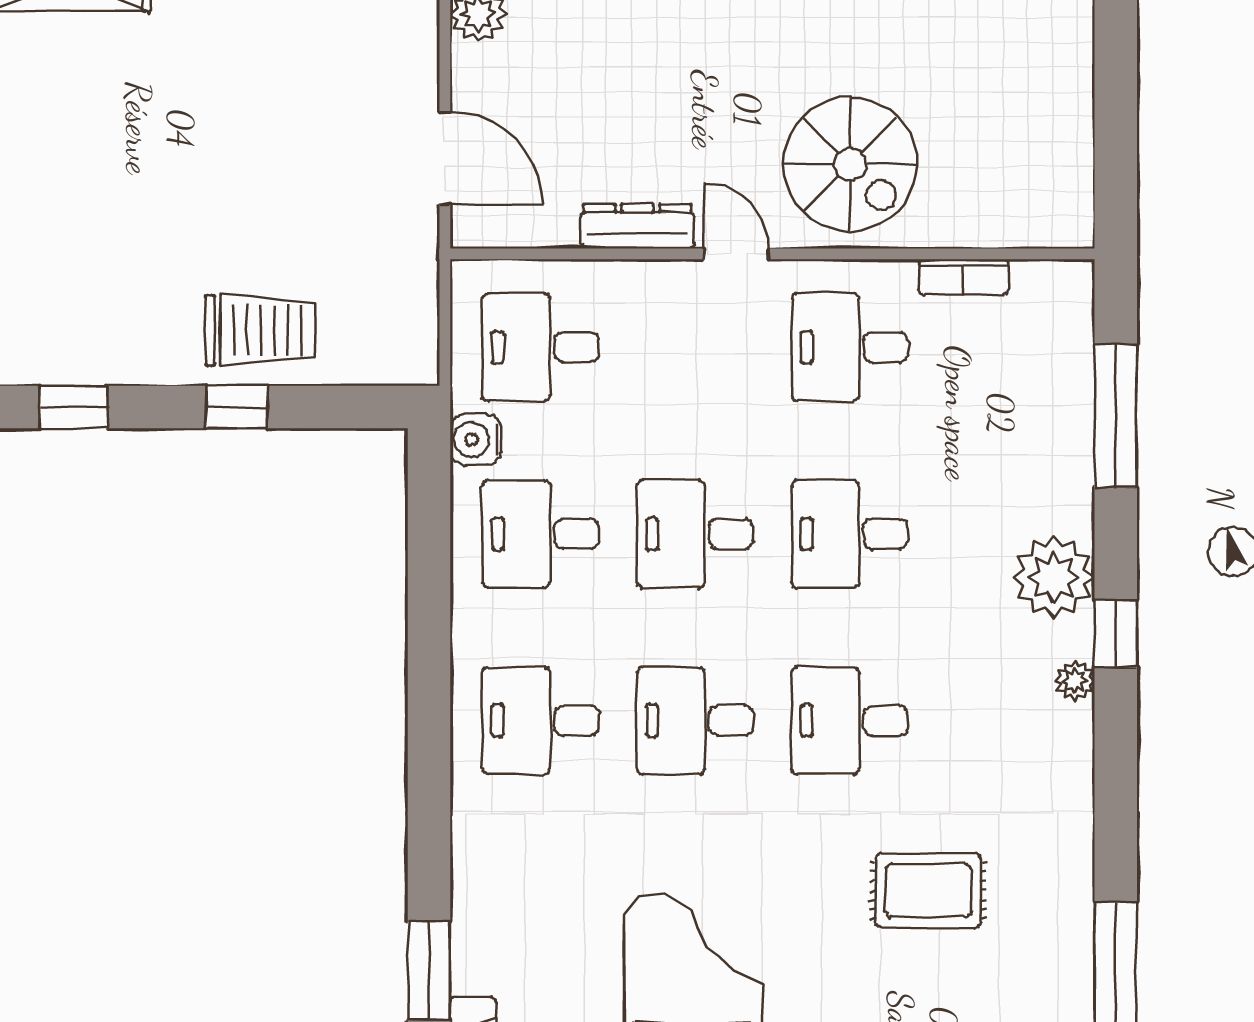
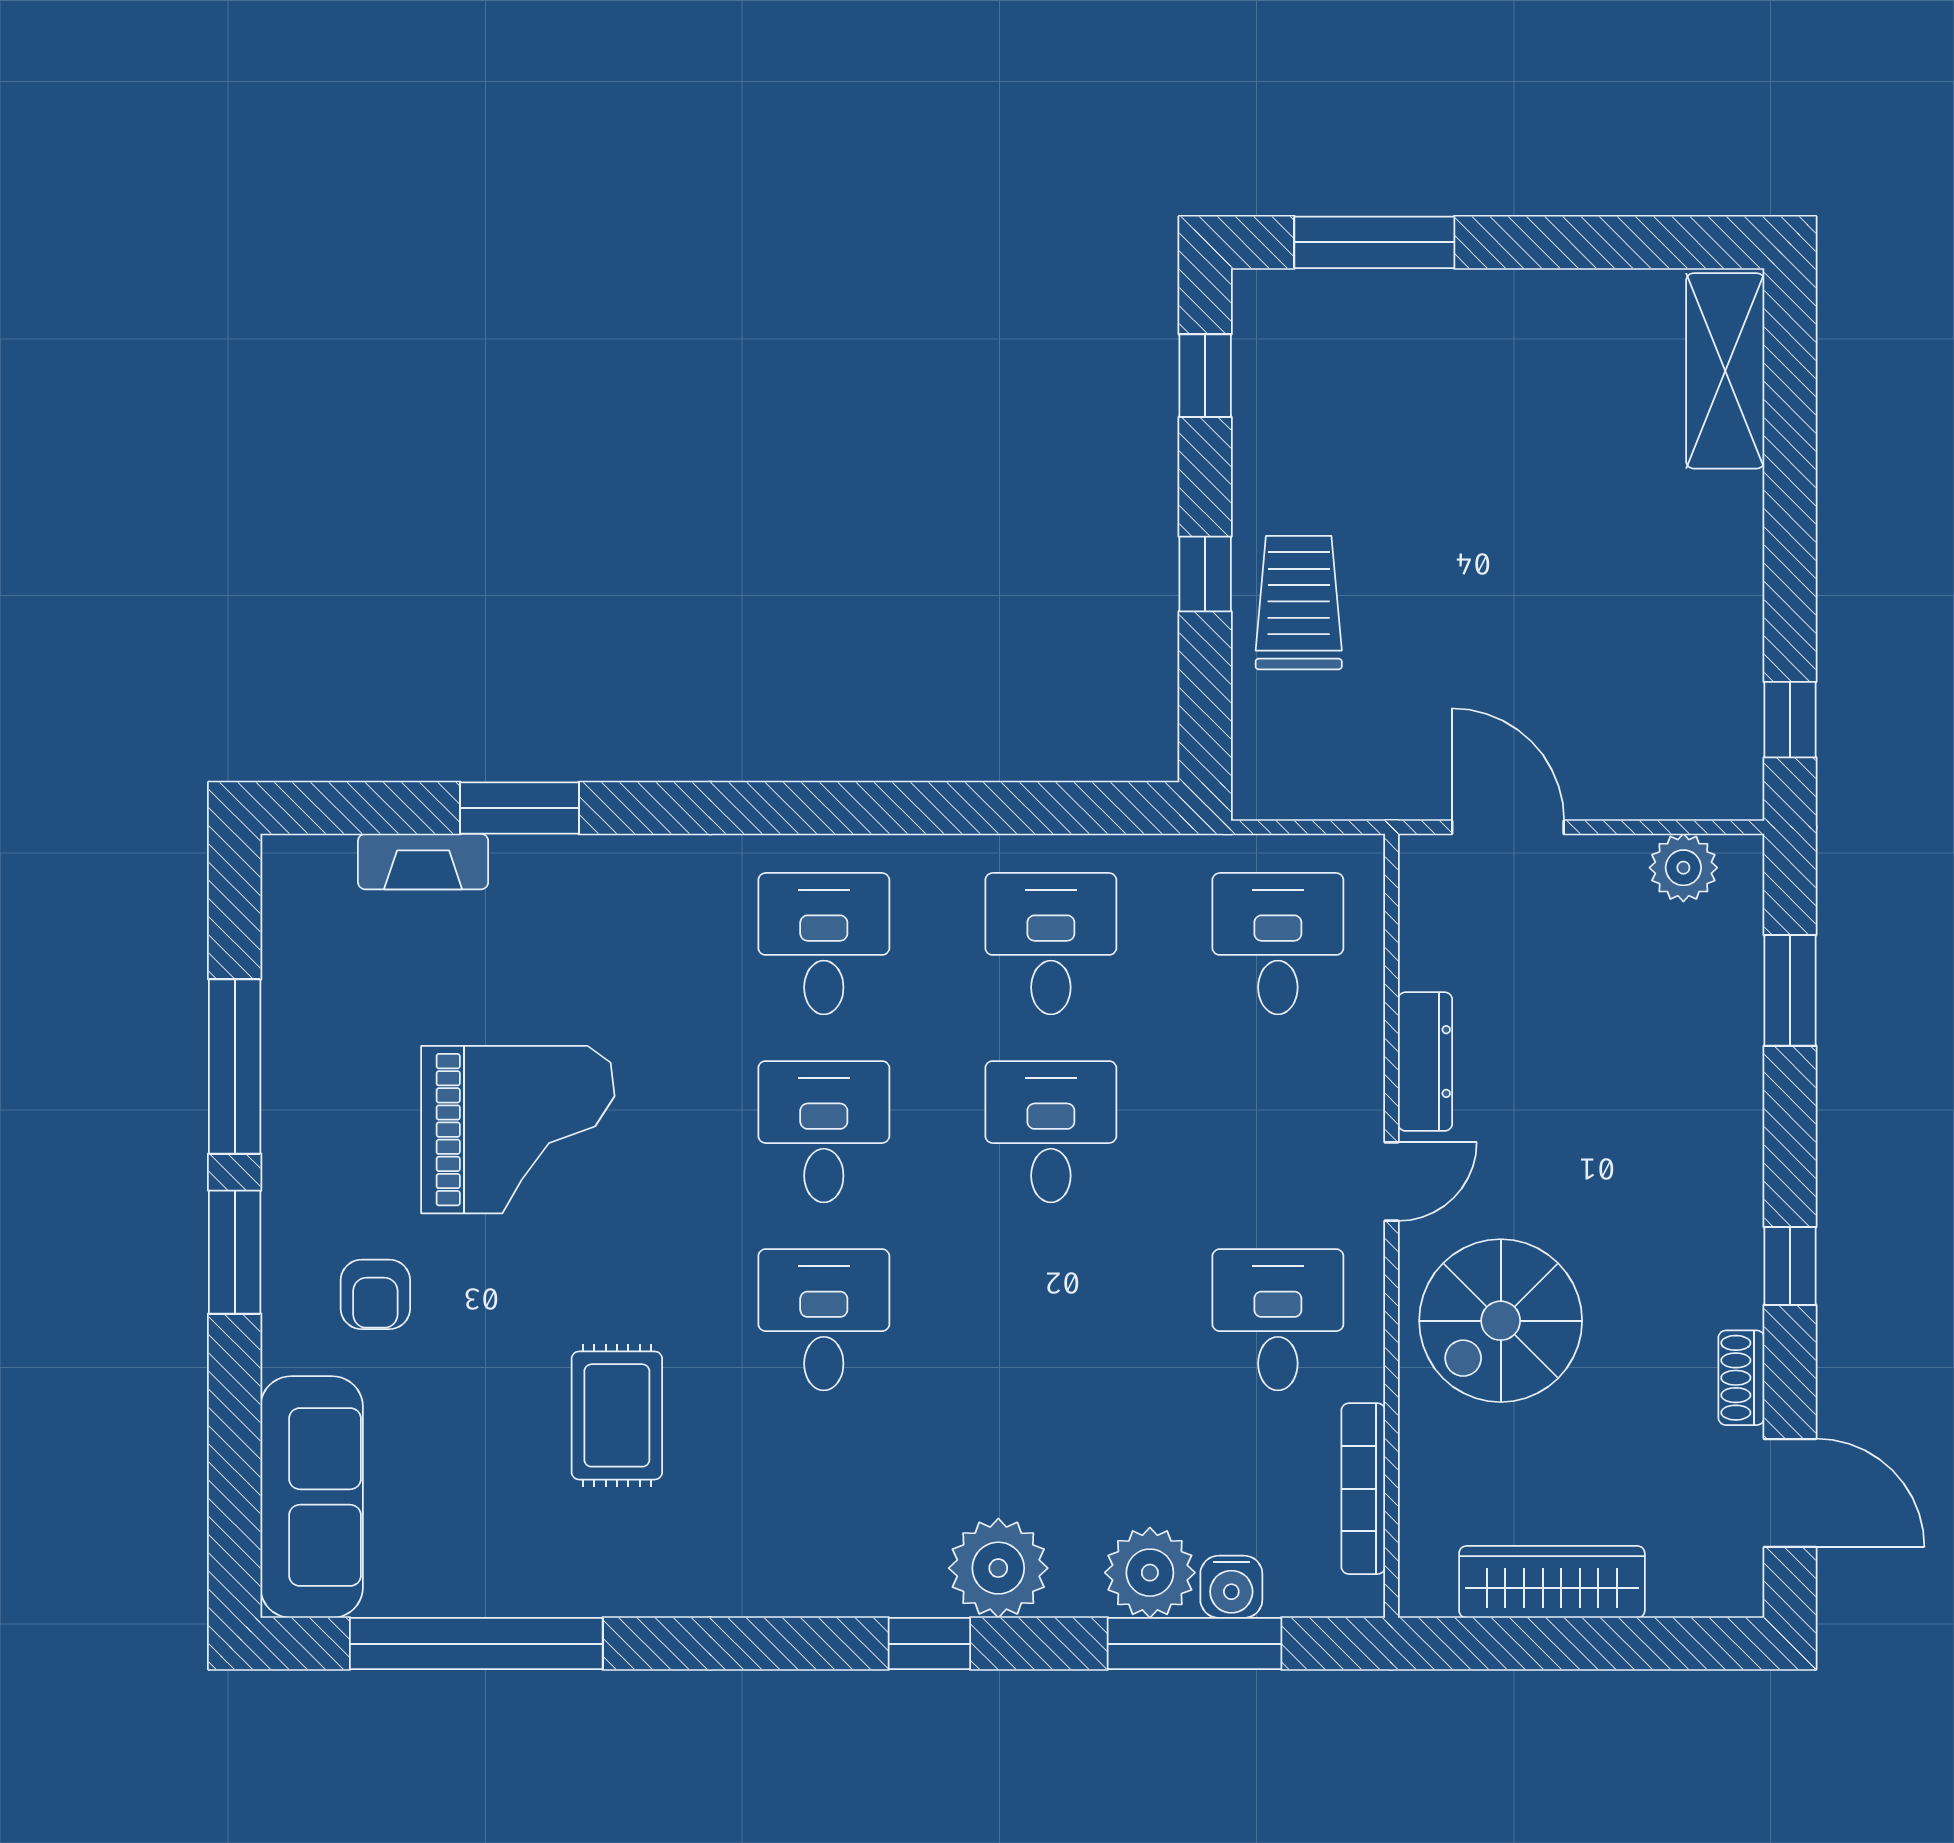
wardrobe: (1065, 122) -> (1552, 1582), added
door: (445, 158) -> (1508, 827), swing flipped
bookcase: (963, 277) -> (1363, 1489), width x1.56
trolley: (260, 330) -> (1299, 603), turned 180
water cooler: (476, 440) -> (1231, 1587), moved, turned 180
desk: (850, 534) -> (1051, 1320), removed
plant: (1075, 680) -> (1150, 1573), moved, width x1.87, depth x1.87

